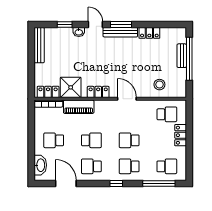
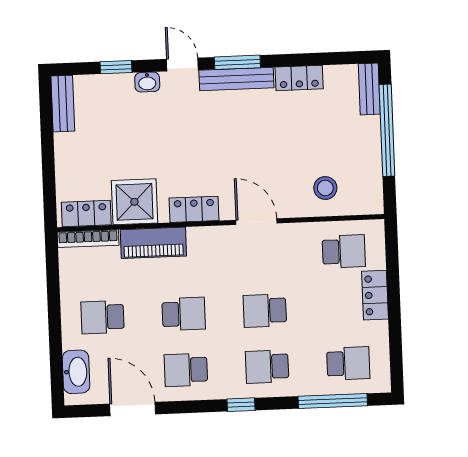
bench: (39, 45) -> (63, 104), width x0.73
bench: (182, 56) -> (369, 89), moved

